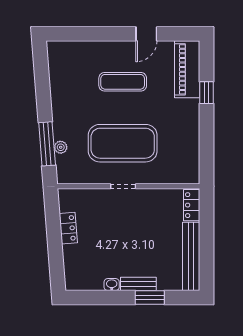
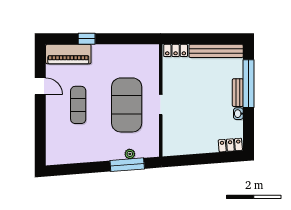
locker: (68, 228) -> (230, 145), moved
window: (150, 297) -> (249, 84), width x2.11

